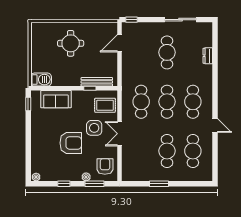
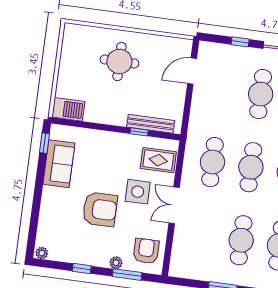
window: (131, 20) -> (240, 42), moved
sofa: (56, 99) -> (59, 164), moved, turned -90

